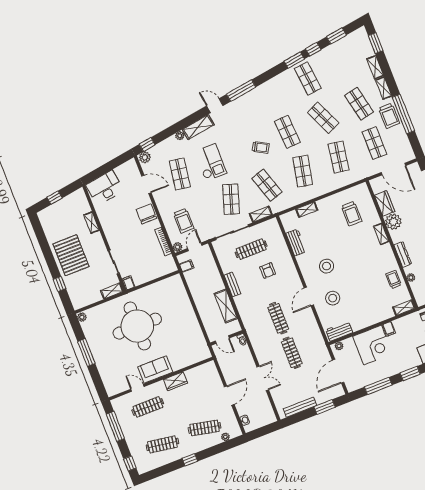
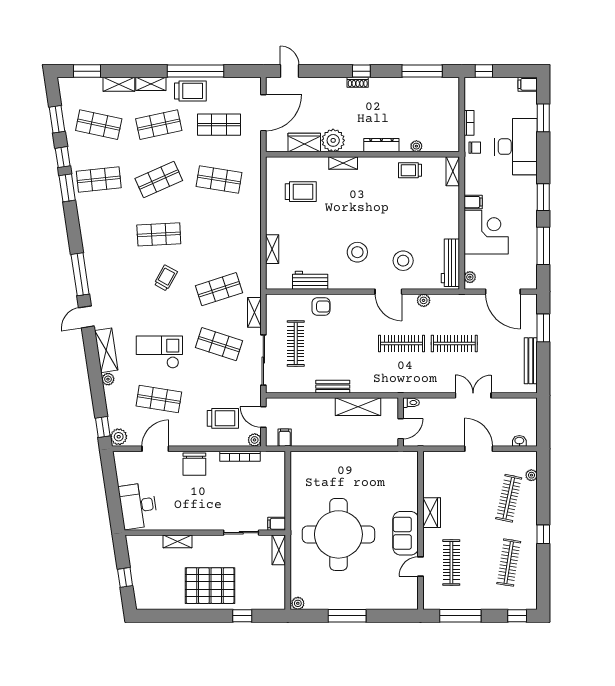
shop shelf: (303, 171) -> (99, 125), moved
chair: (146, 214) -> (194, 464), turned -90
armchair: (268, 270) -> (321, 307), moved
plant: (312, 322) -> (424, 300), added
workbench: (339, 331) -> (450, 263), width x1.38

